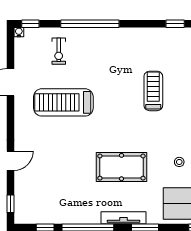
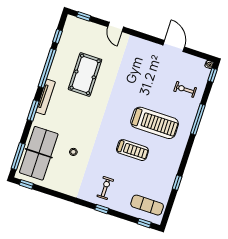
window: (90, 24) -> (198, 119), width x0.68
treadmill: (63, 102) -> (155, 123), moved, turned 90
pool table: (121, 167) -> (85, 74), moved

